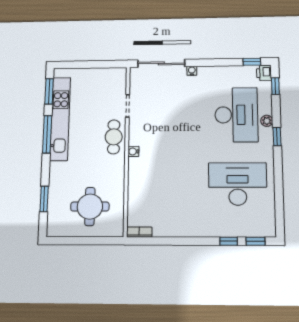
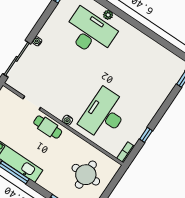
window: (277, 137) -> (124, 16), removed
desk: (238, 184) -> (104, 114), moved
window: (229, 241) -> (146, 135), moved

